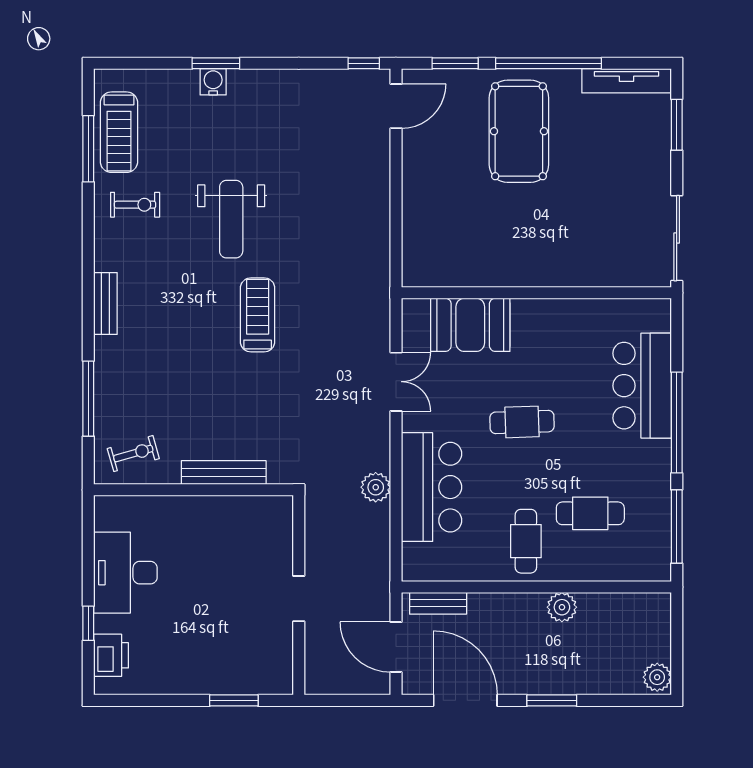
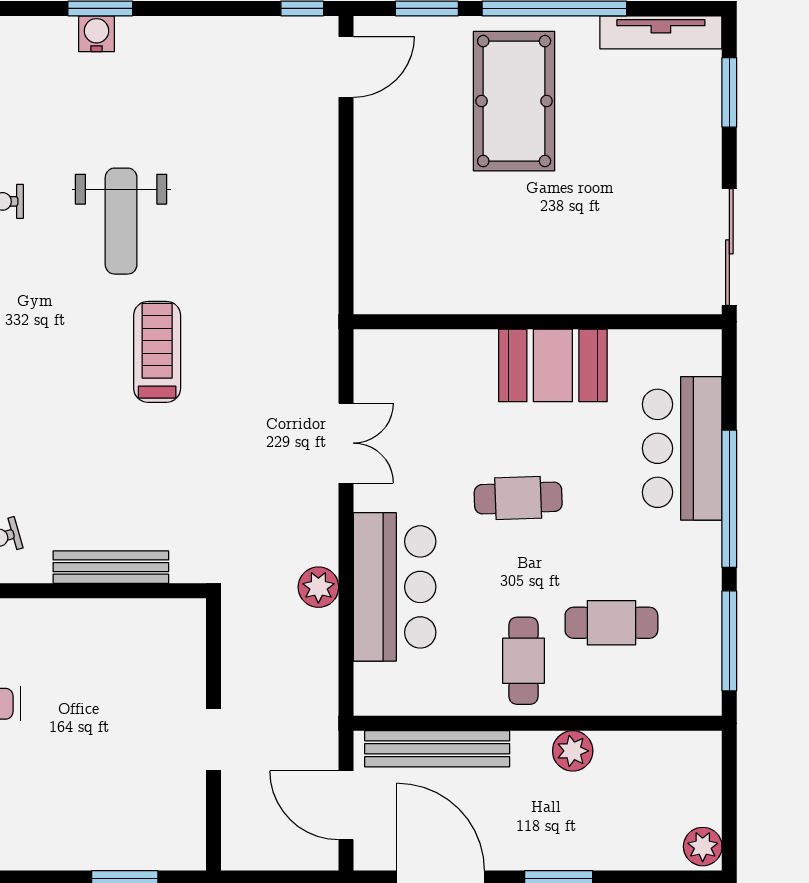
booth: (470, 325) -> (553, 365), moved
bench: (438, 603) -> (437, 749), width x1.86, depth x1.21

